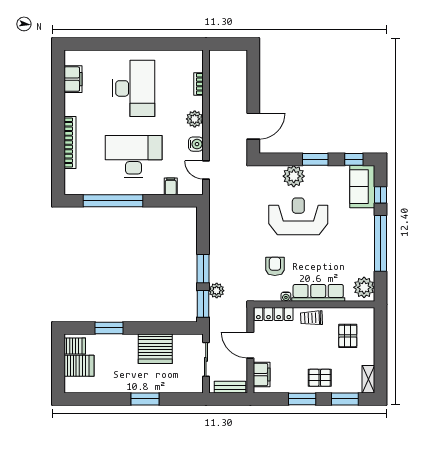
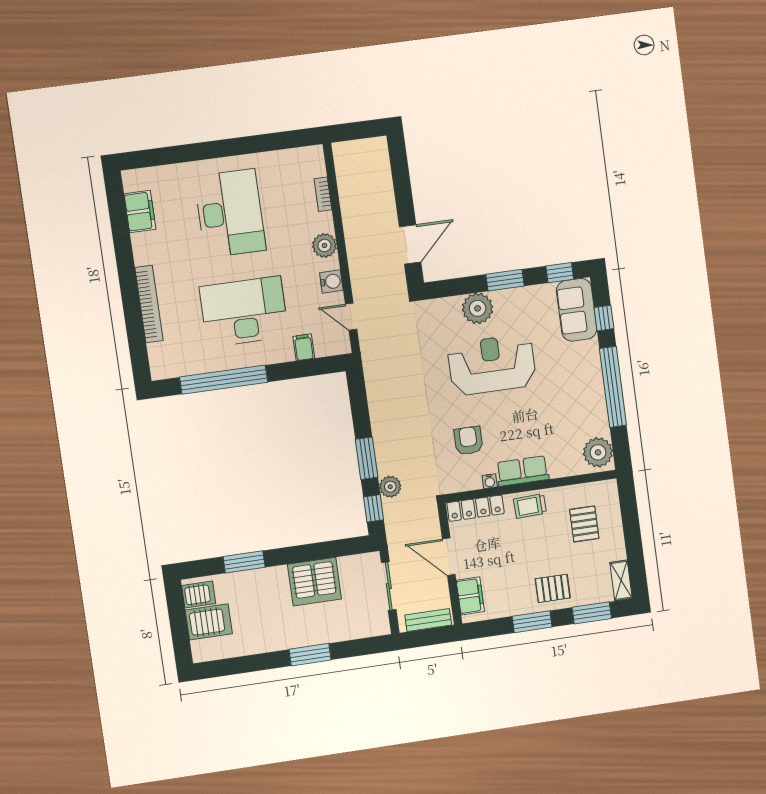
row of seats: (318, 293) -> (522, 471), width x0.68
window: (203, 304) -> (374, 508), width x0.67

